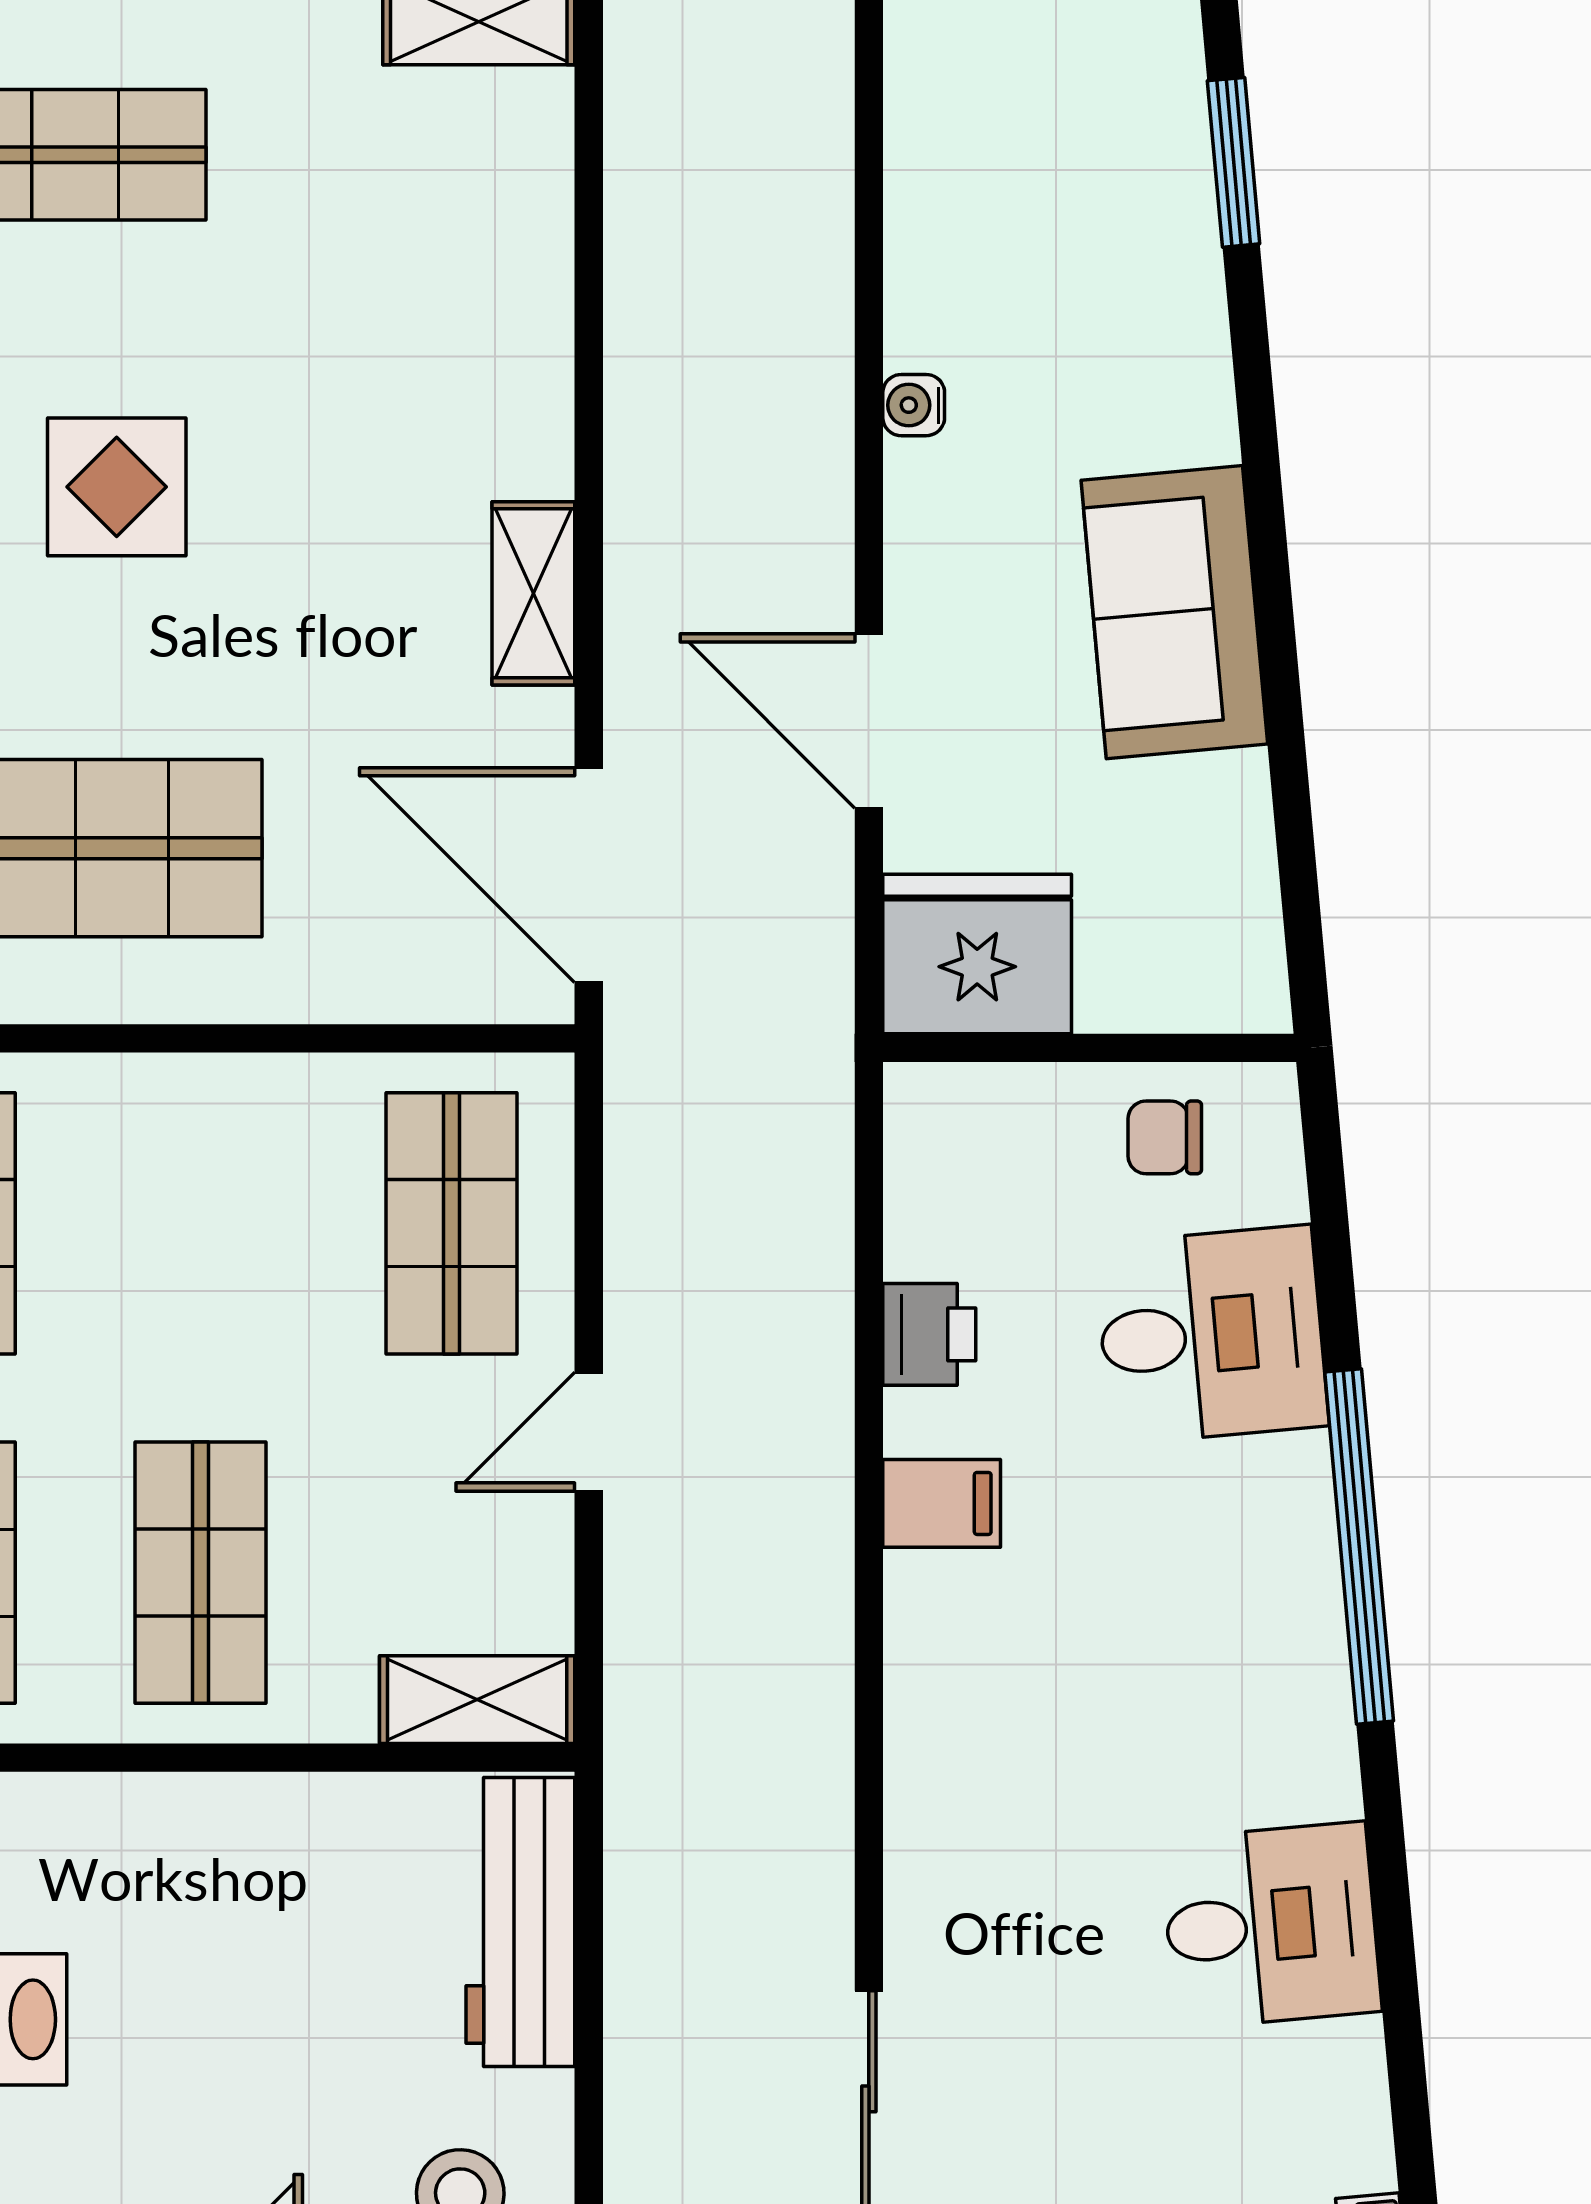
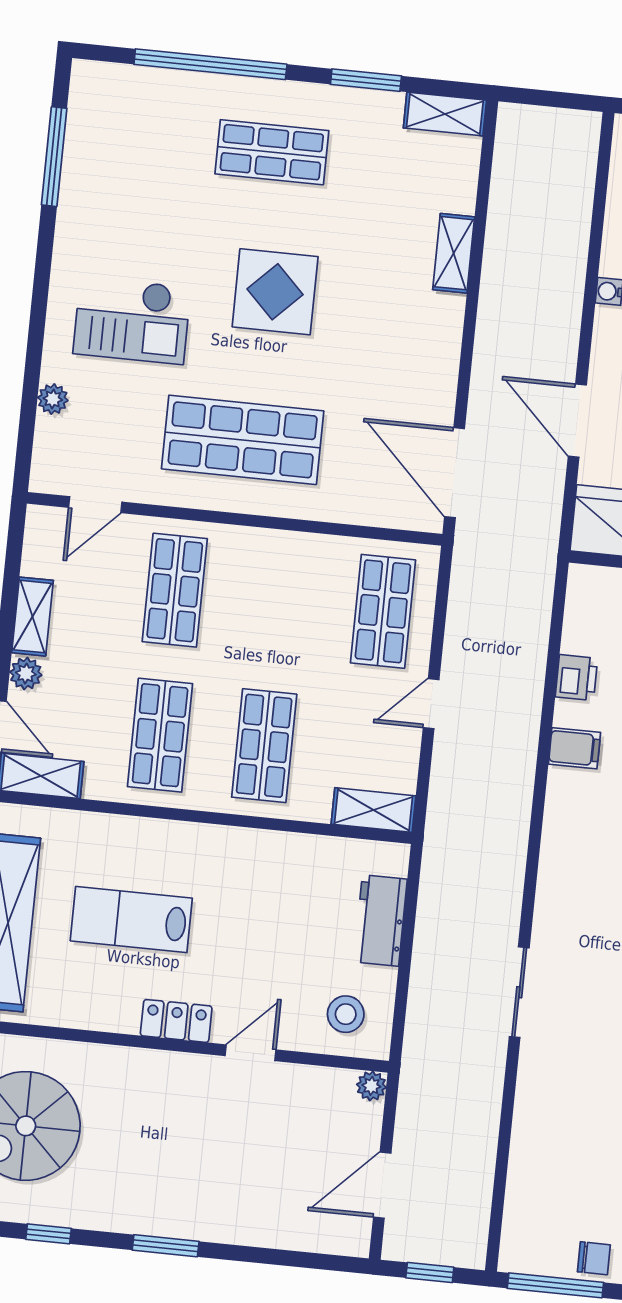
display table: (117, 487) -> (275, 292), width x1.36, depth x1.36
shelving: (533, 593) -> (454, 253), moved
workbench: (520, 1922) -> (380, 920), width x0.73

